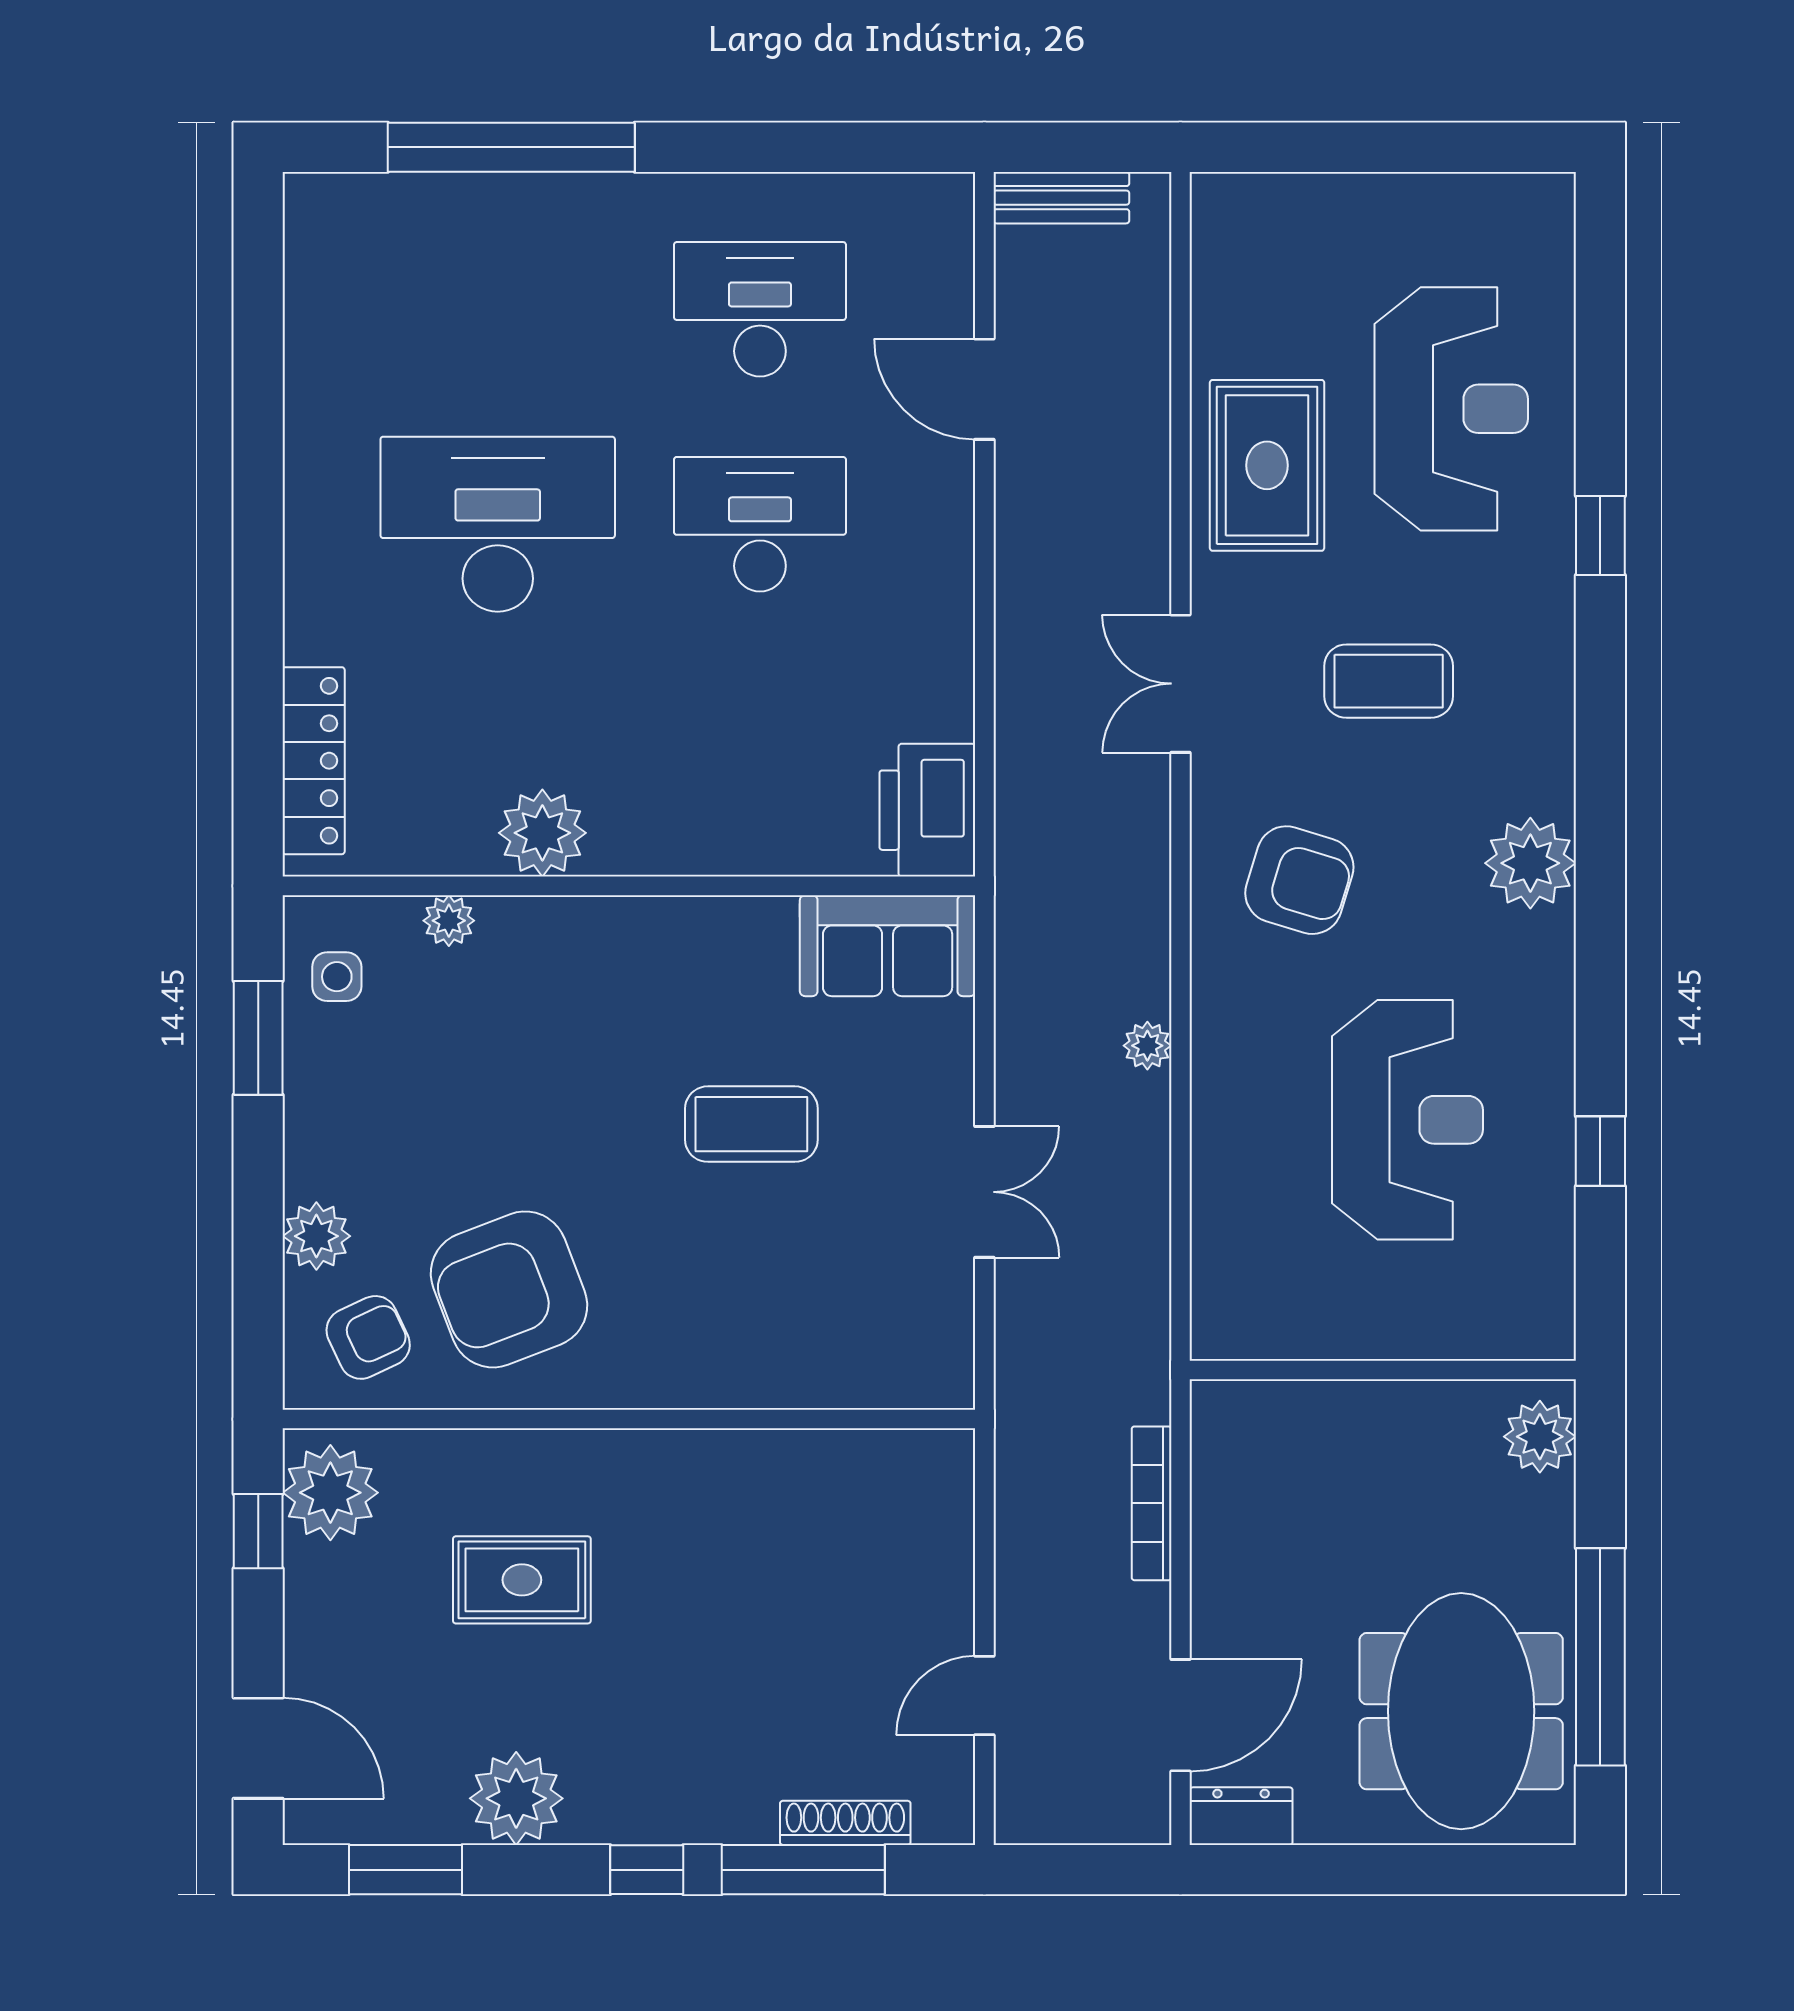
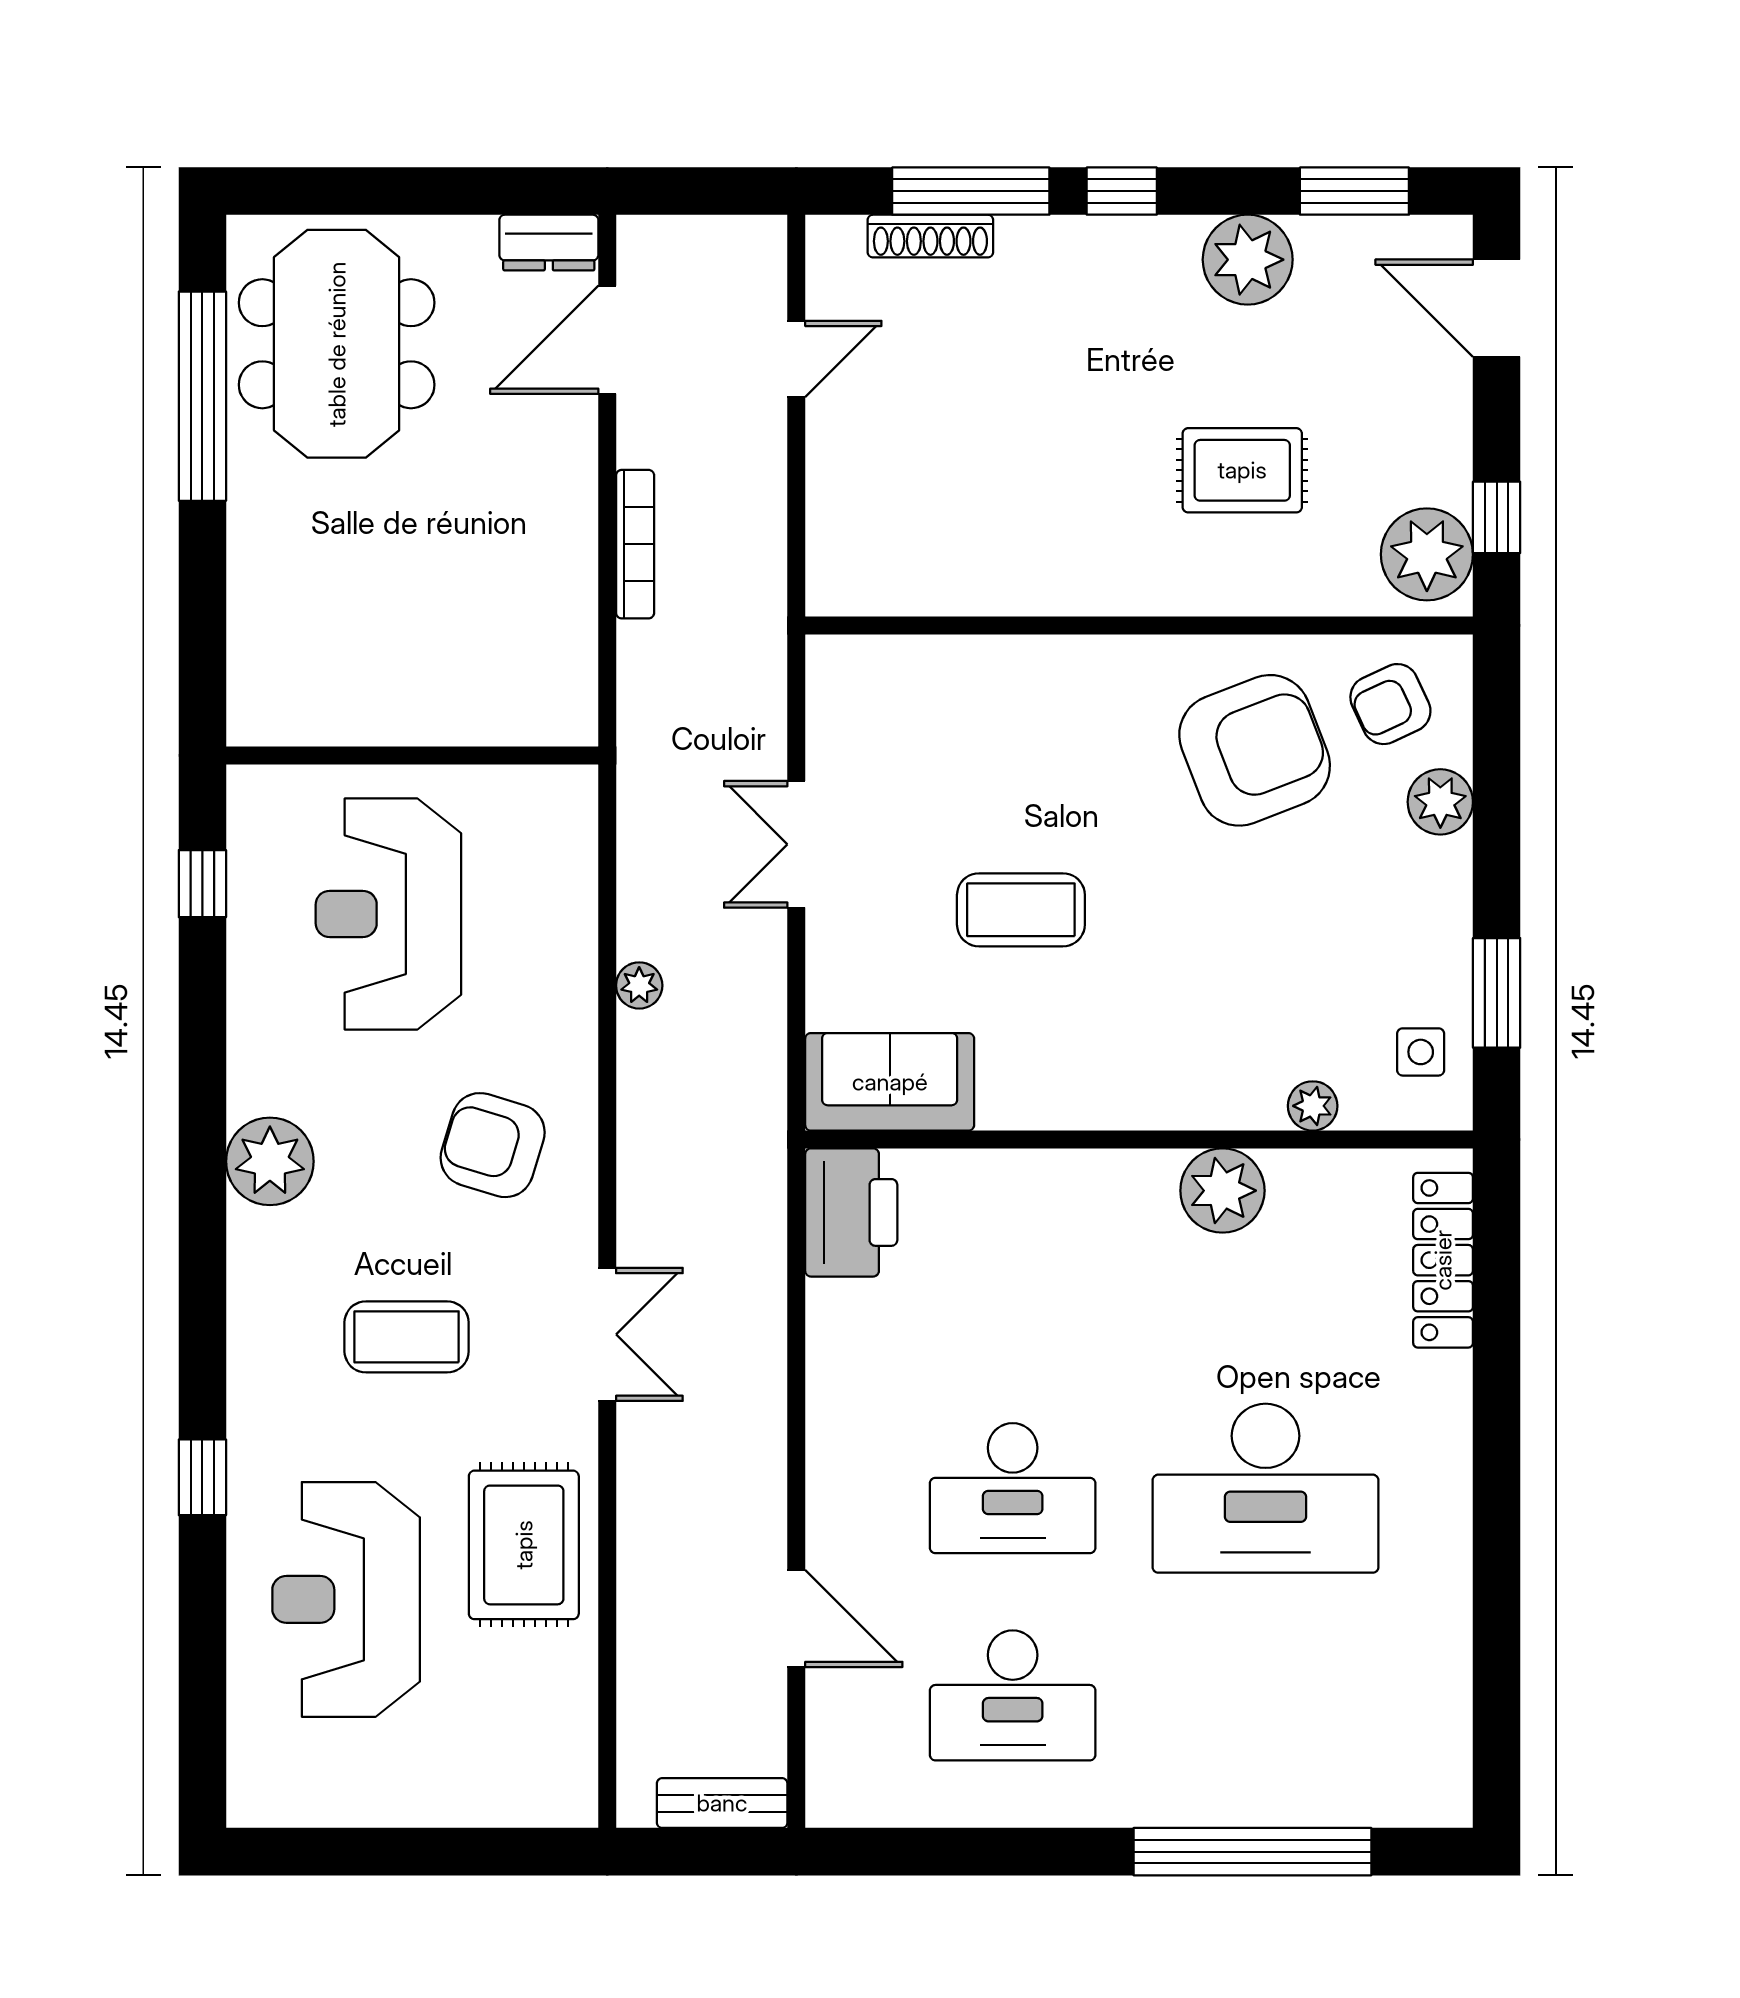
wall: (1383, 1370) -> (412, 755), moved
plant: (1540, 1437) -> (261, 608), removed

